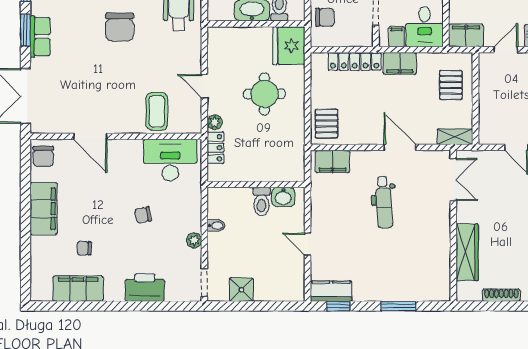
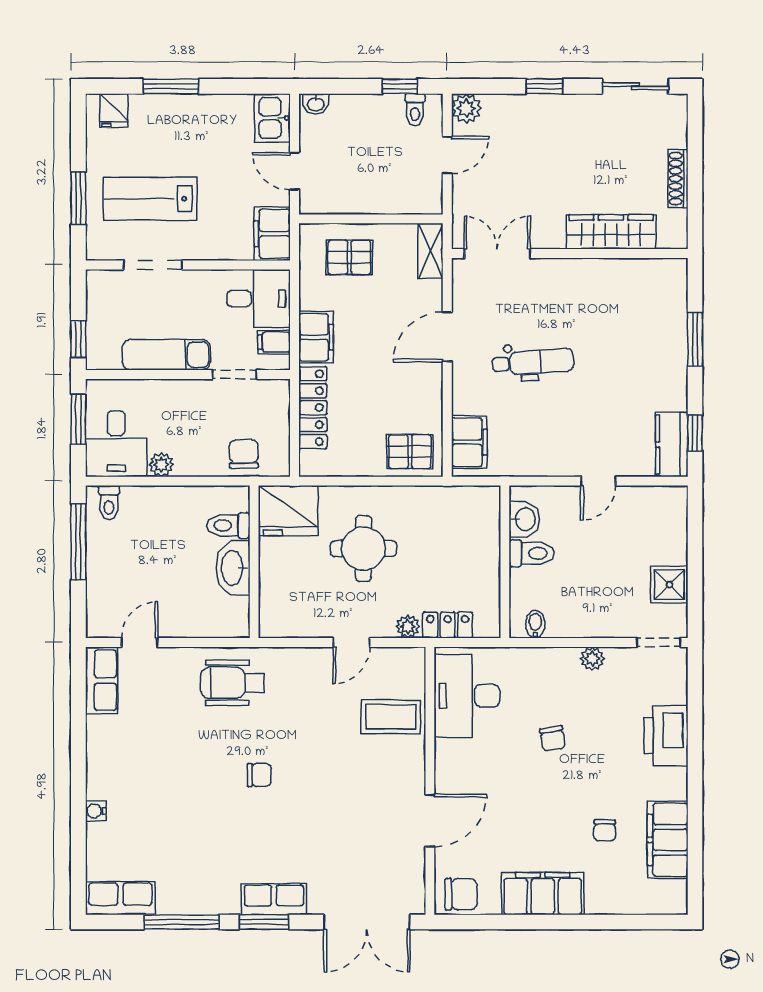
chair: (120, 27) -> (259, 775), width x0.54, depth x0.54
bidet: (216, 226) -> (535, 624), moved

